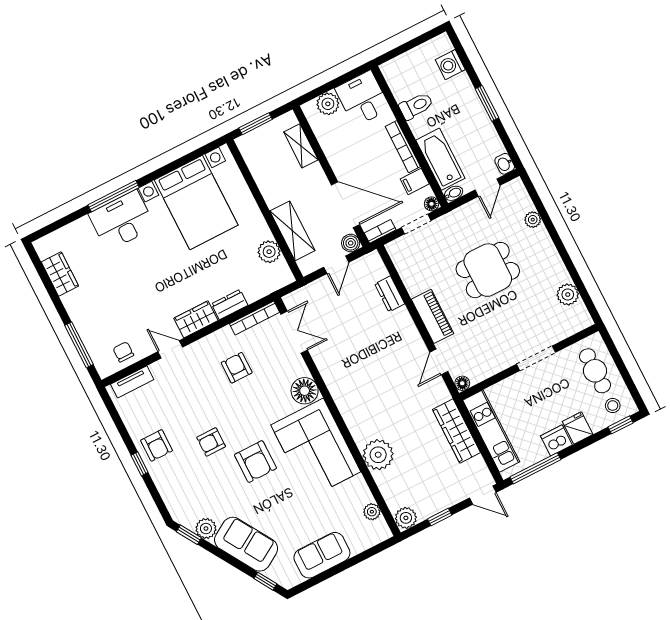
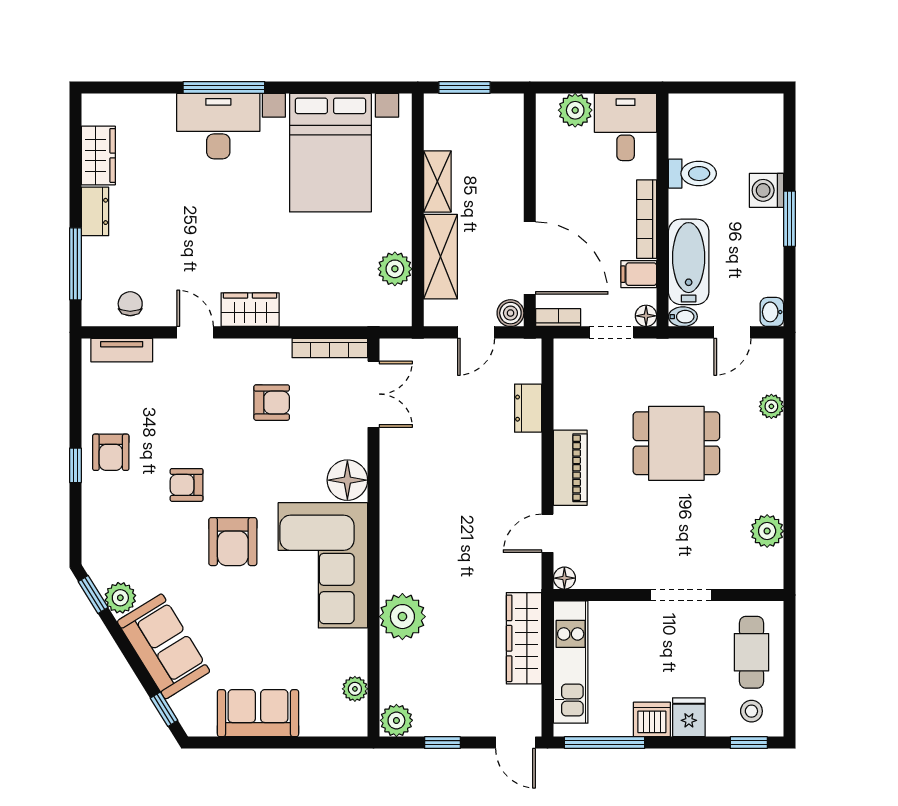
washing machine: (450, 65) -> (767, 190), moved
shelving: (301, 146) -> (437, 181), moved
dresser: (230, 305) -> (95, 211), moved, turned 90
armchair: (237, 368) -> (272, 403), turned 90

